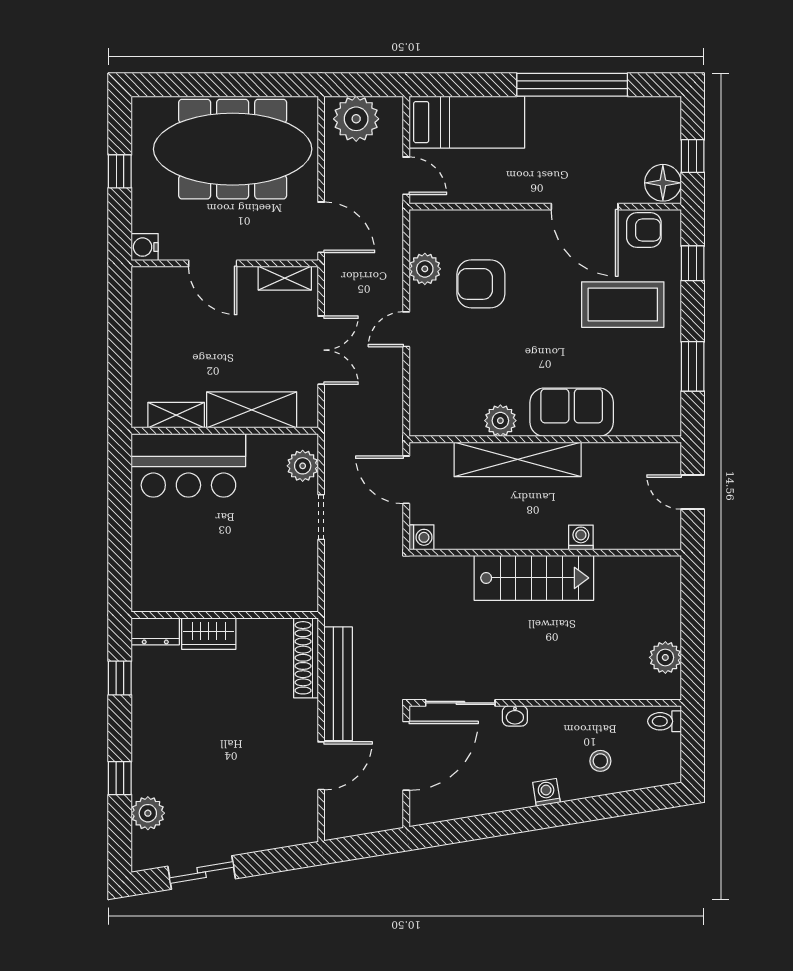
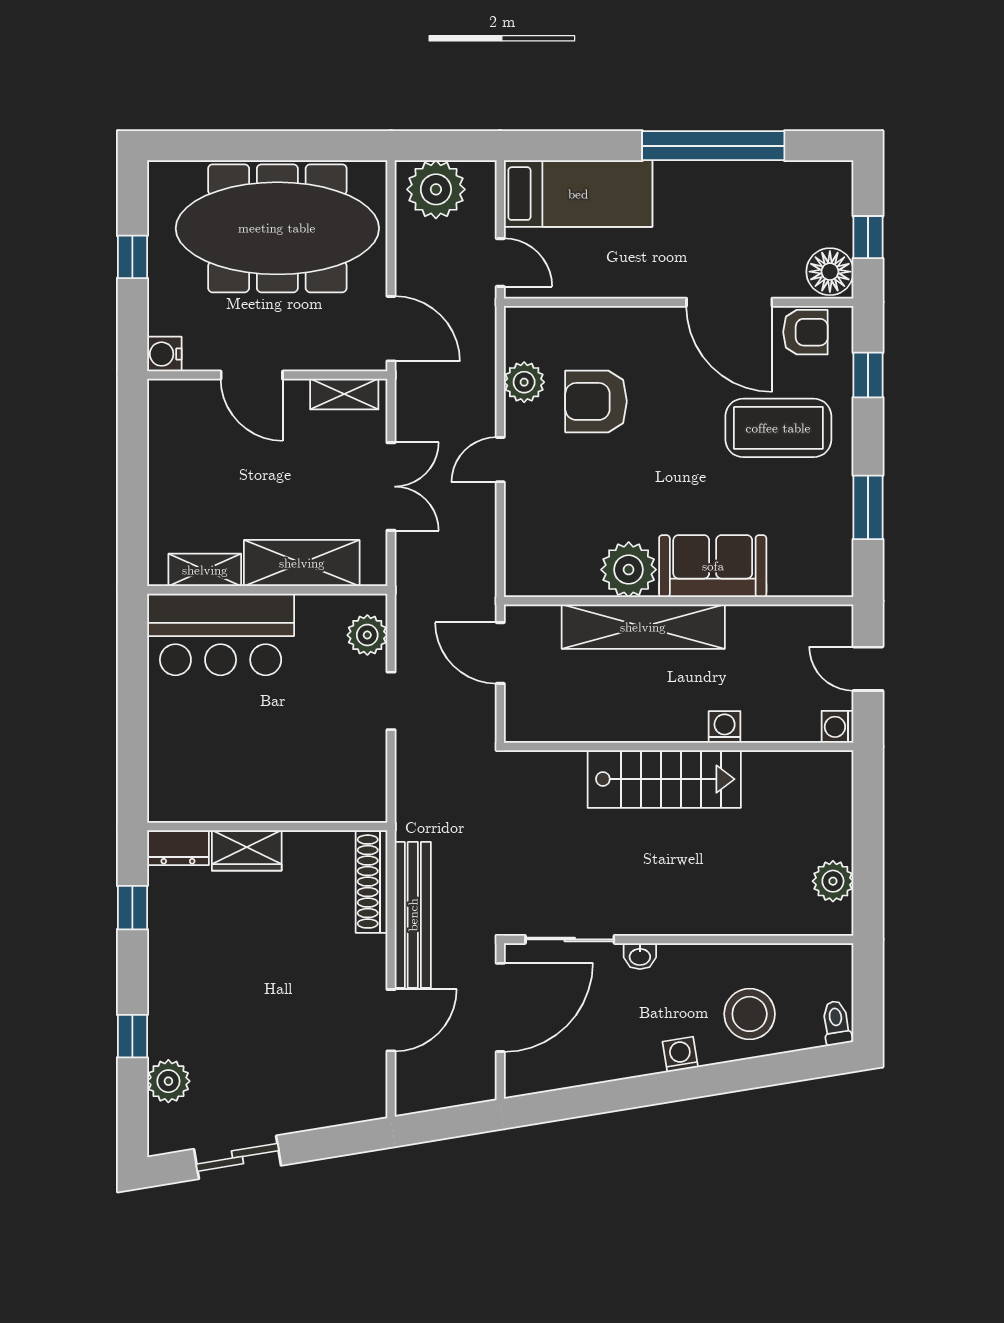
plant: (500, 421) -> (629, 570), width x1.36, depth x1.36
washing machine: (421, 537) -> (837, 727), moved, turned 180
toilet: (664, 721) -> (836, 1023), moved, turned 81
stool: (600, 761) -> (750, 1014), width x1.89, depth x1.89

